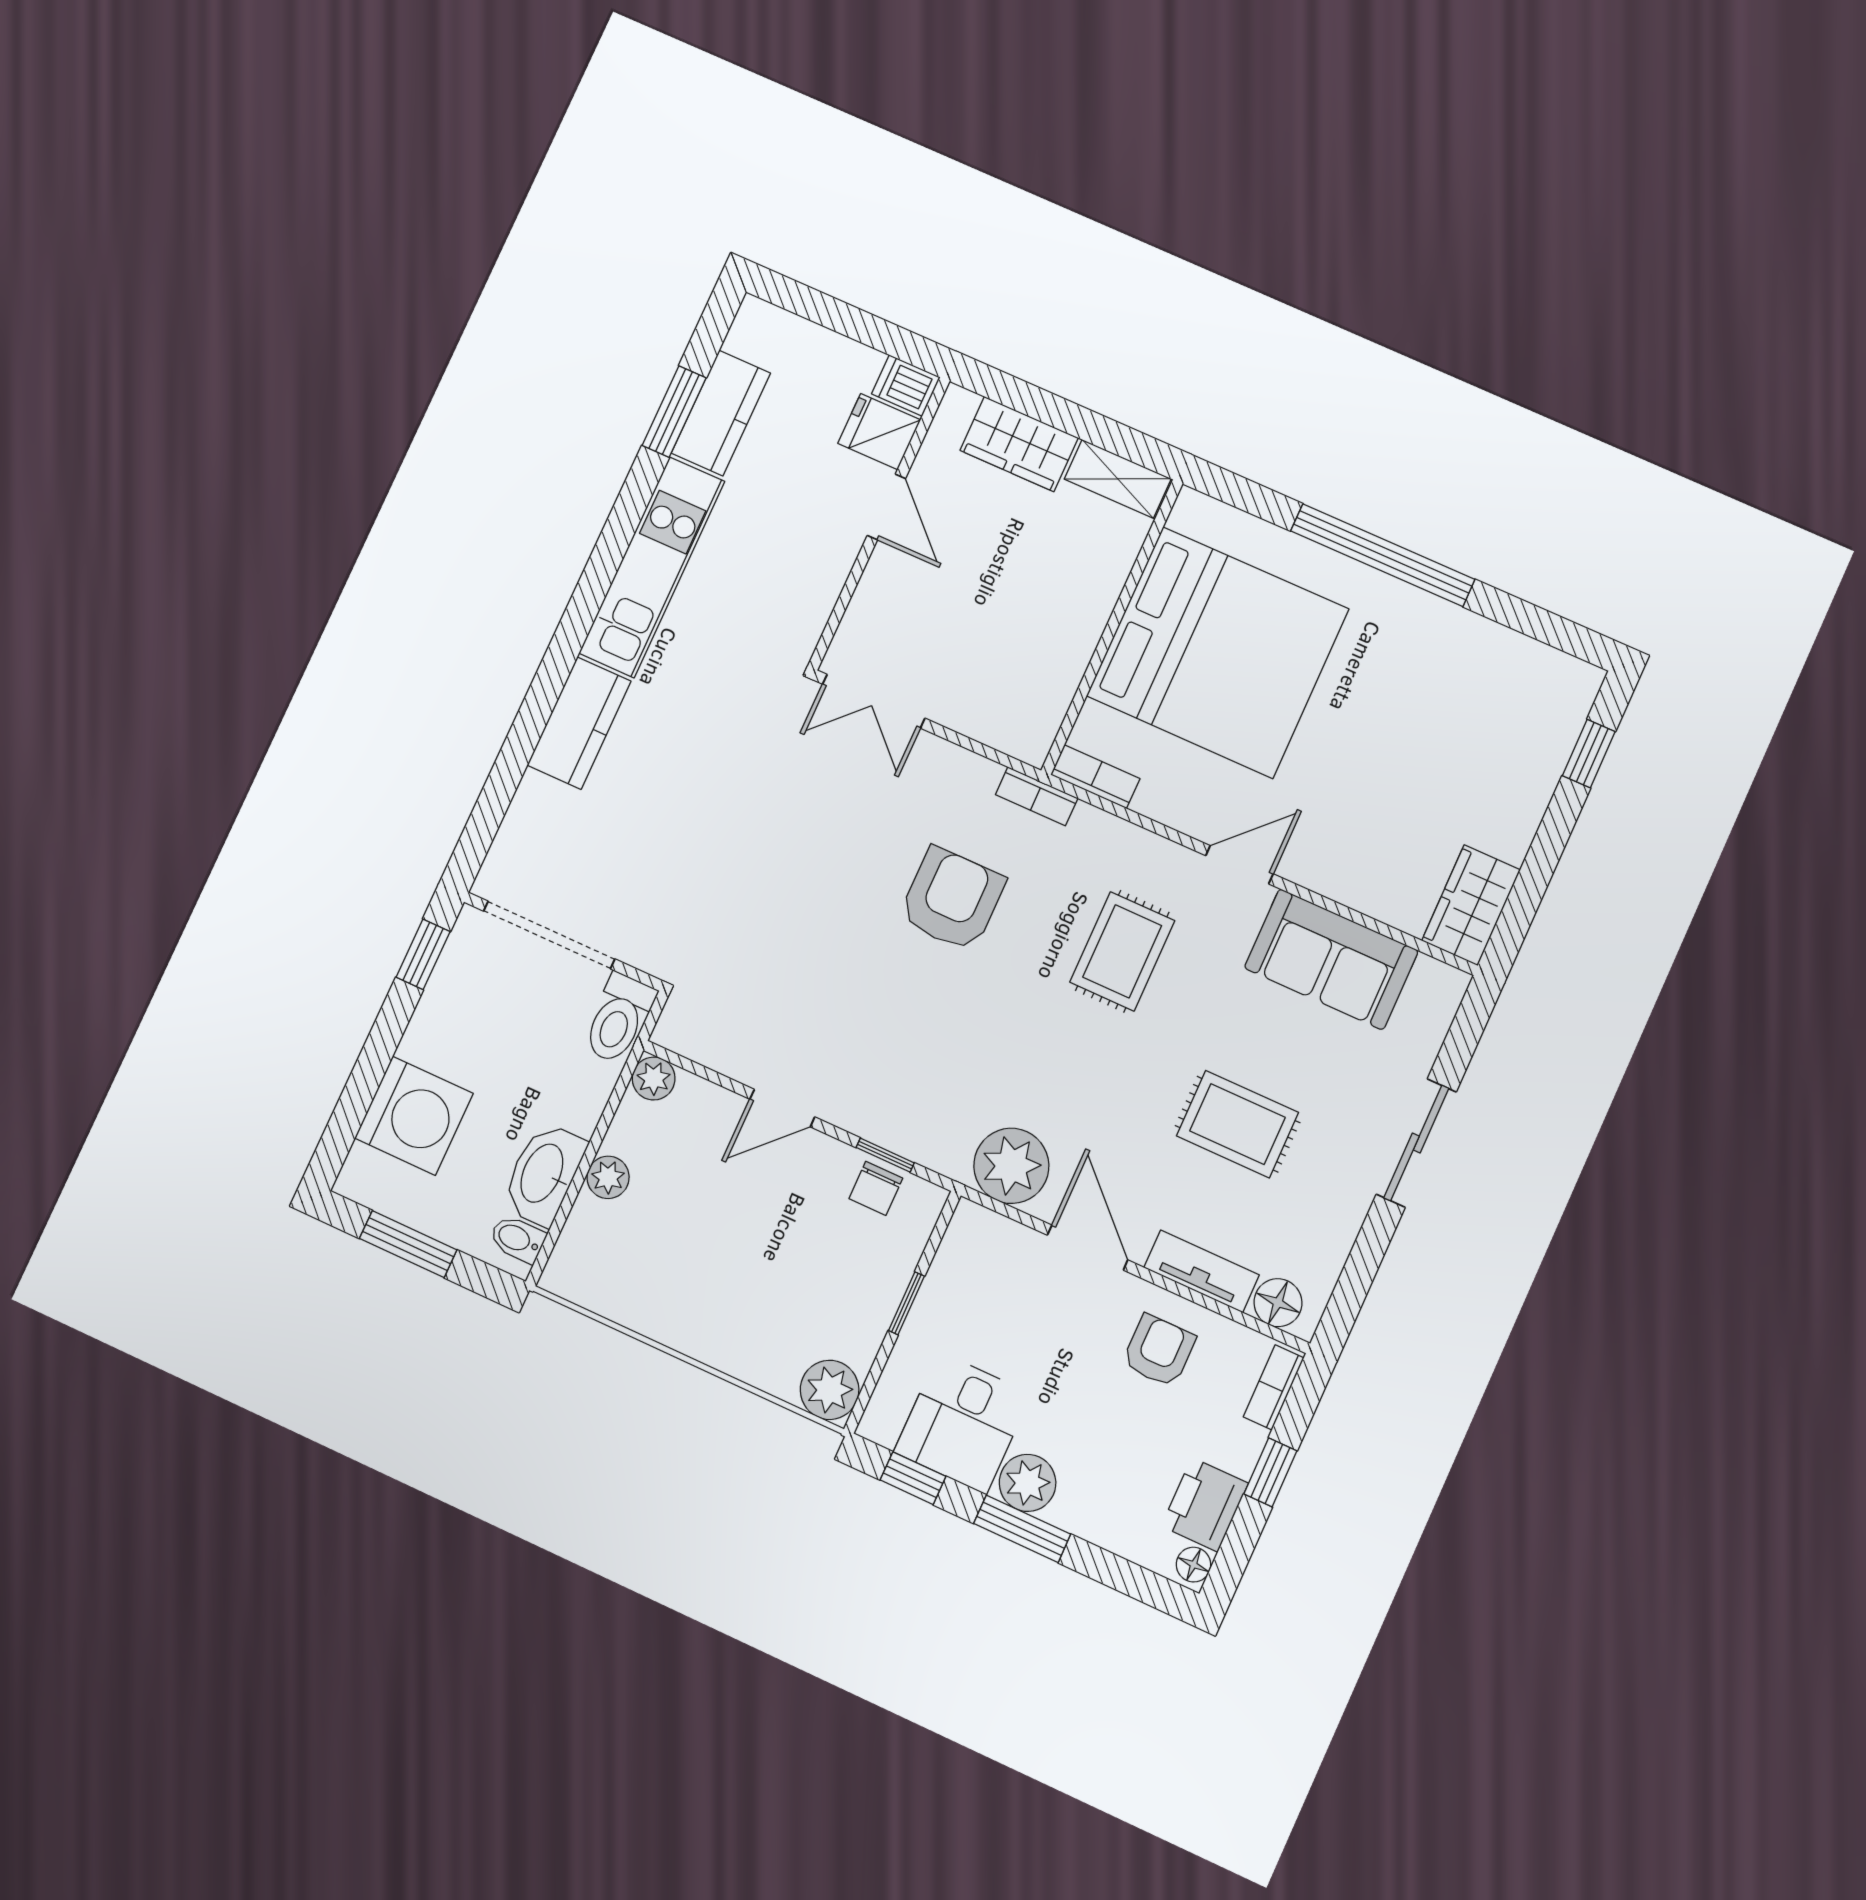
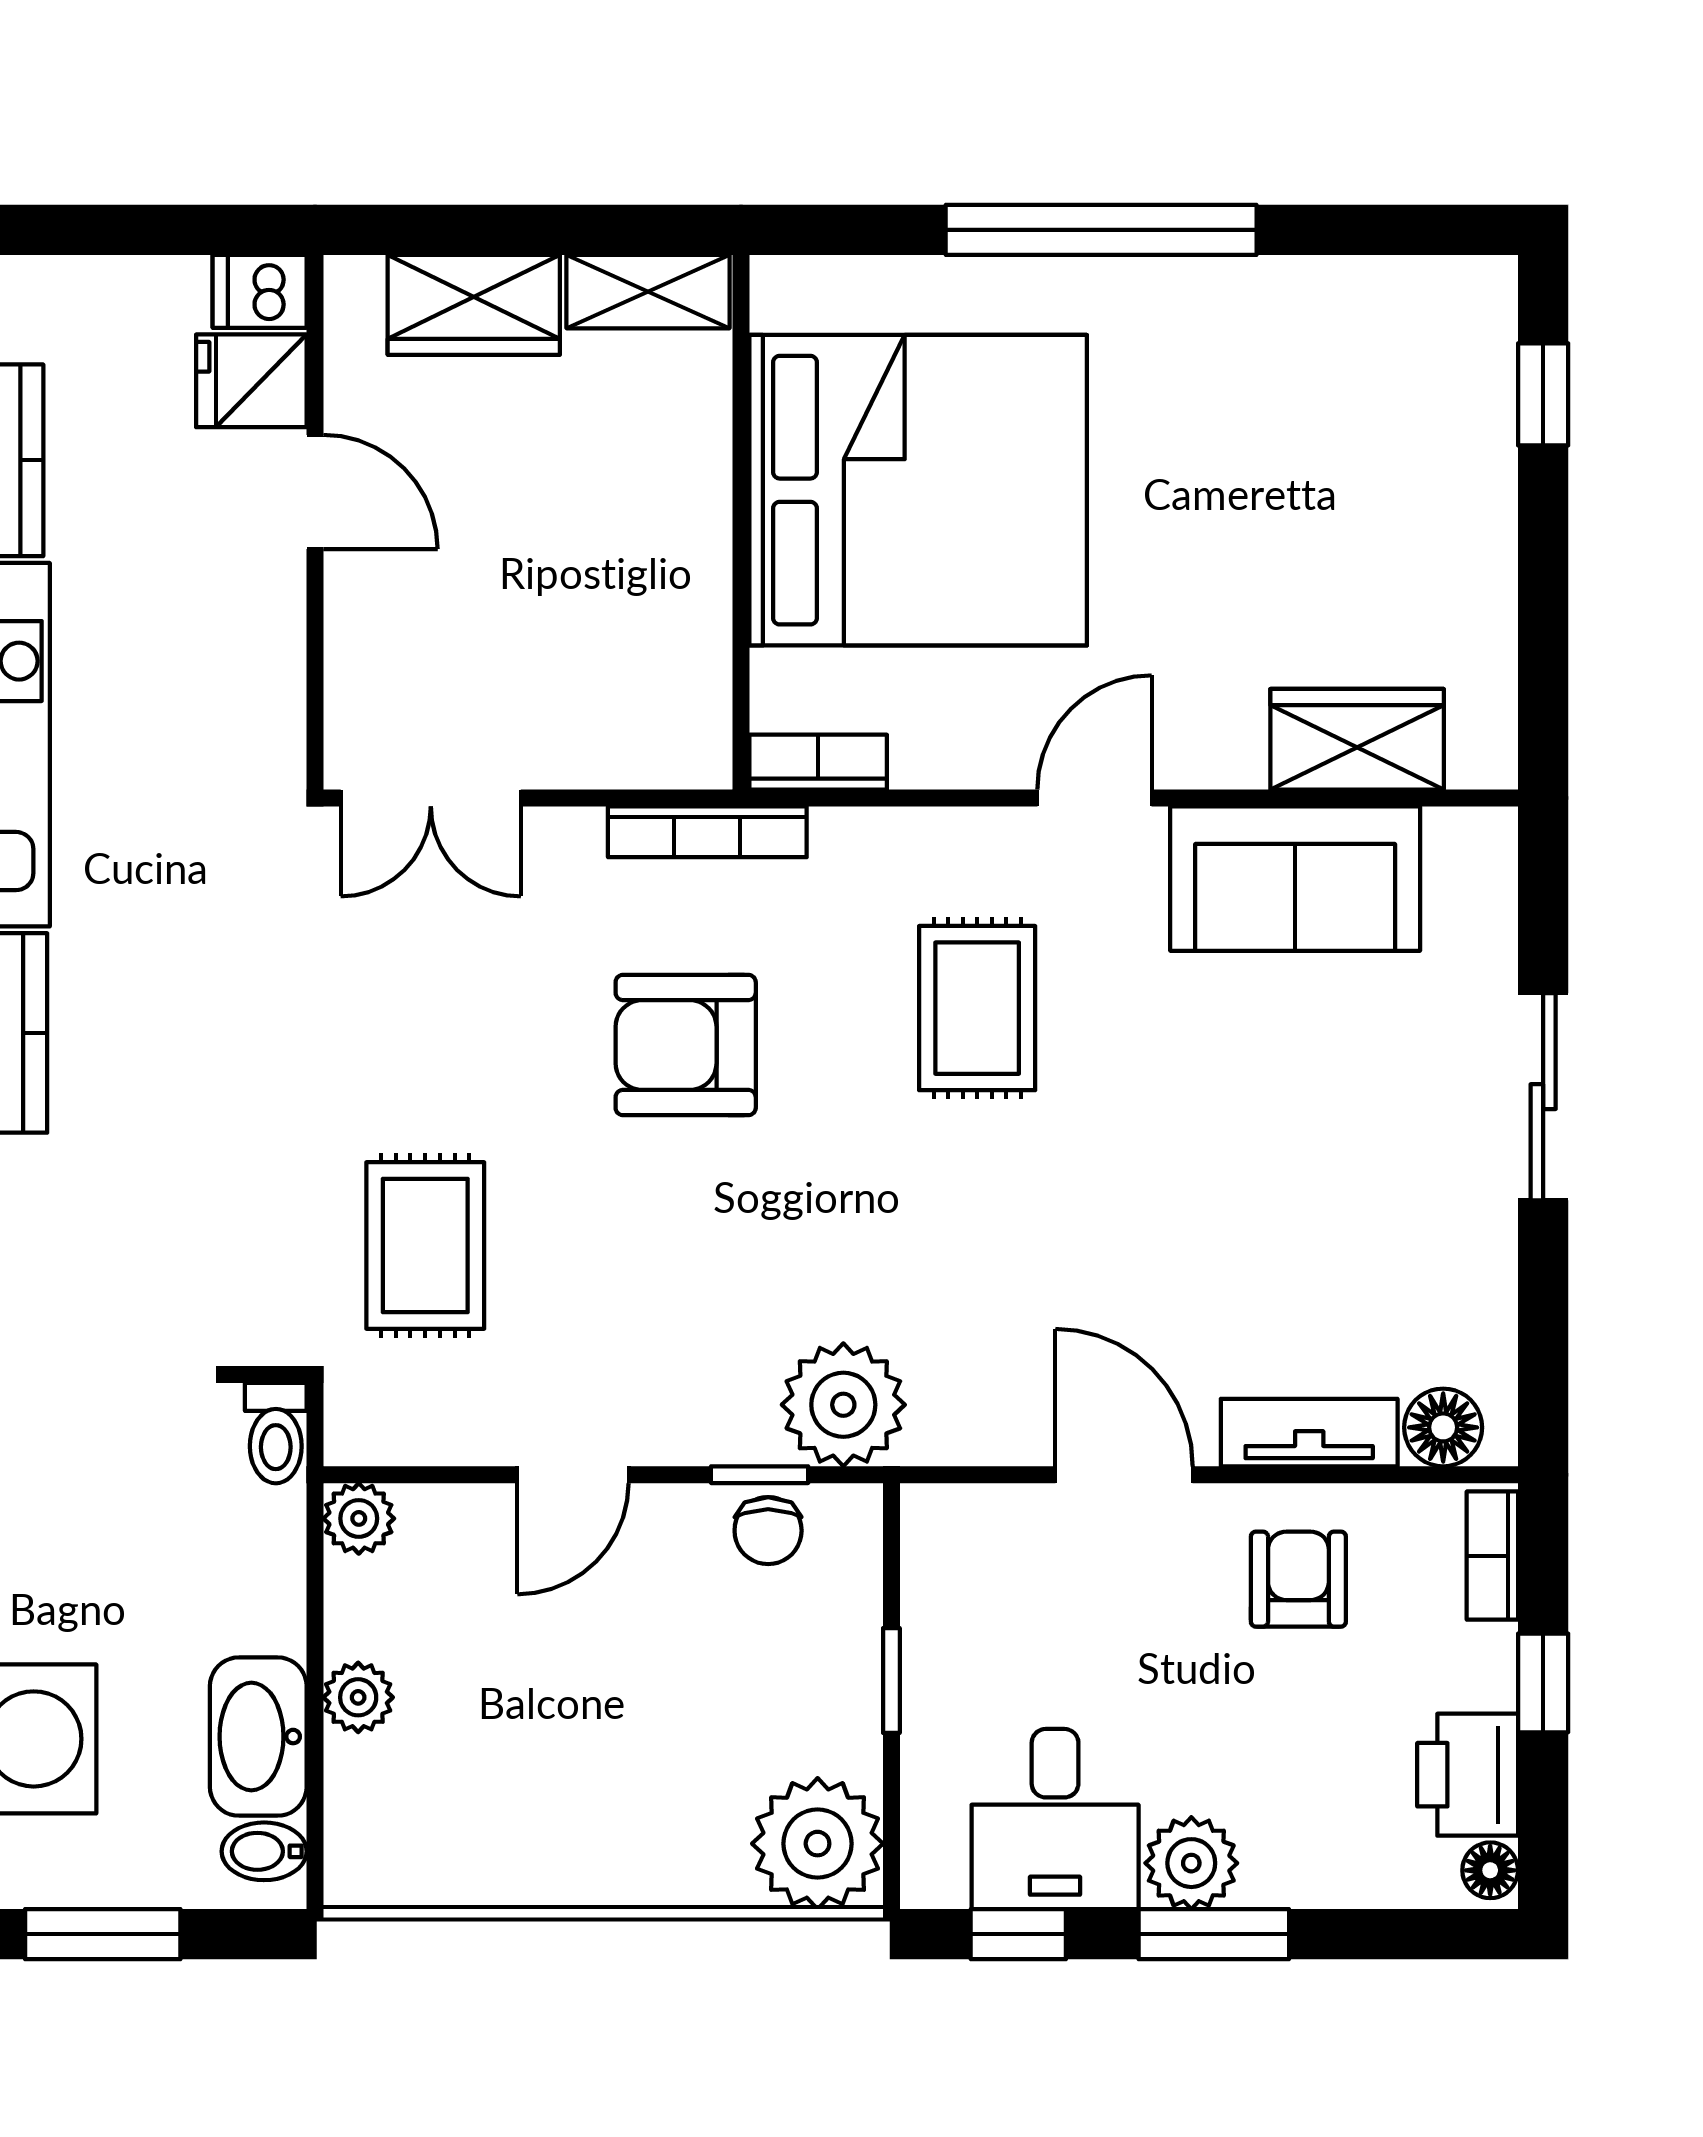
bookcase: (1037, 796) -> (707, 832), width x1.56
armchair: (952, 899) -> (686, 1045), turned -90
wardrobe: (1471, 905) -> (1357, 739), moved, turned 90
toilet: (619, 1019) -> (276, 1433), width x0.73, depth x0.72
rug: (1237, 1124) -> (425, 1245), moved, turned 90
plant: (1011, 1166) -> (843, 1405), moved
plant: (830, 1390) -> (818, 1844), width x1.36, depth x1.36

